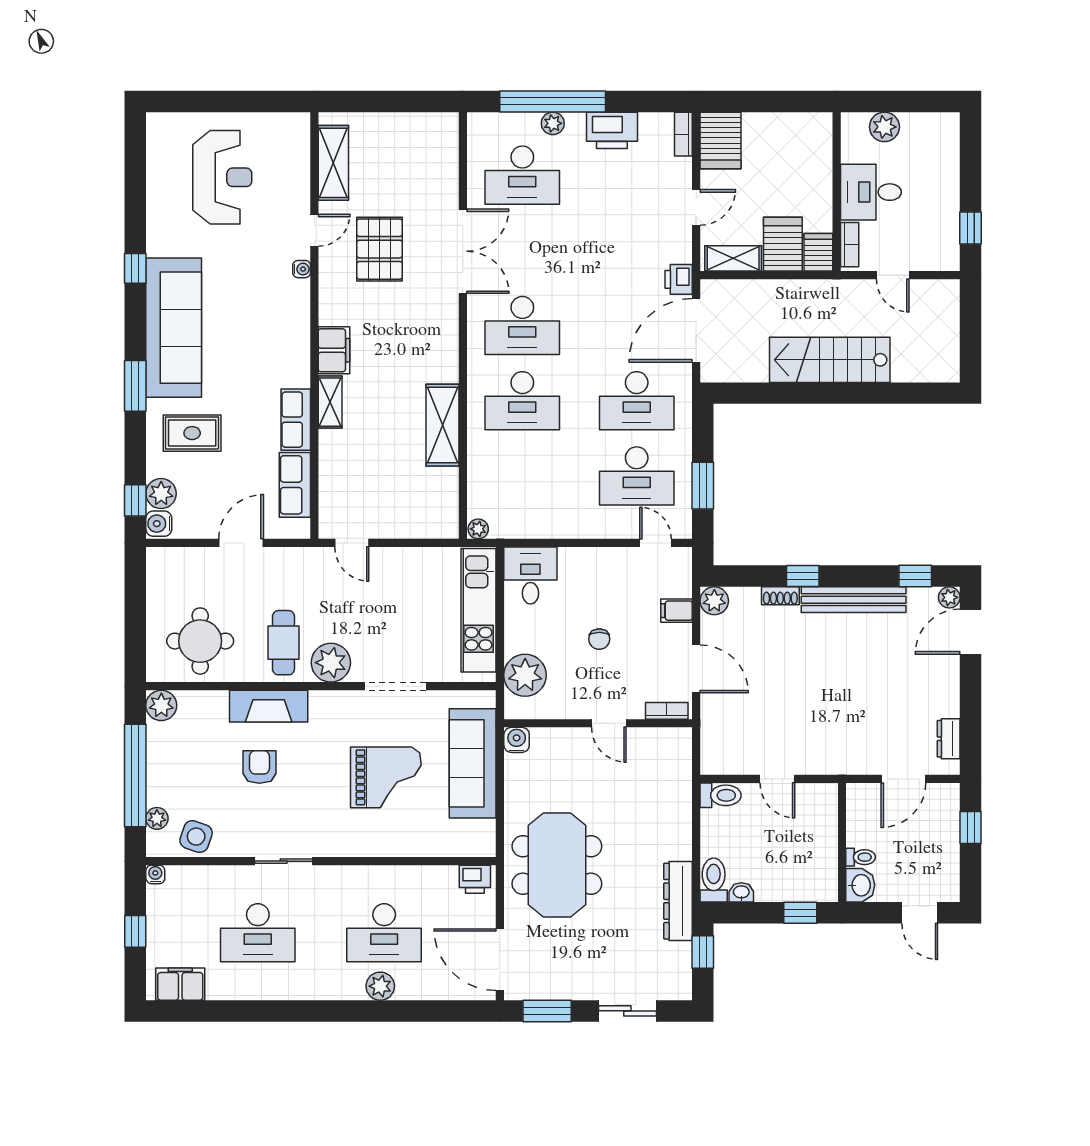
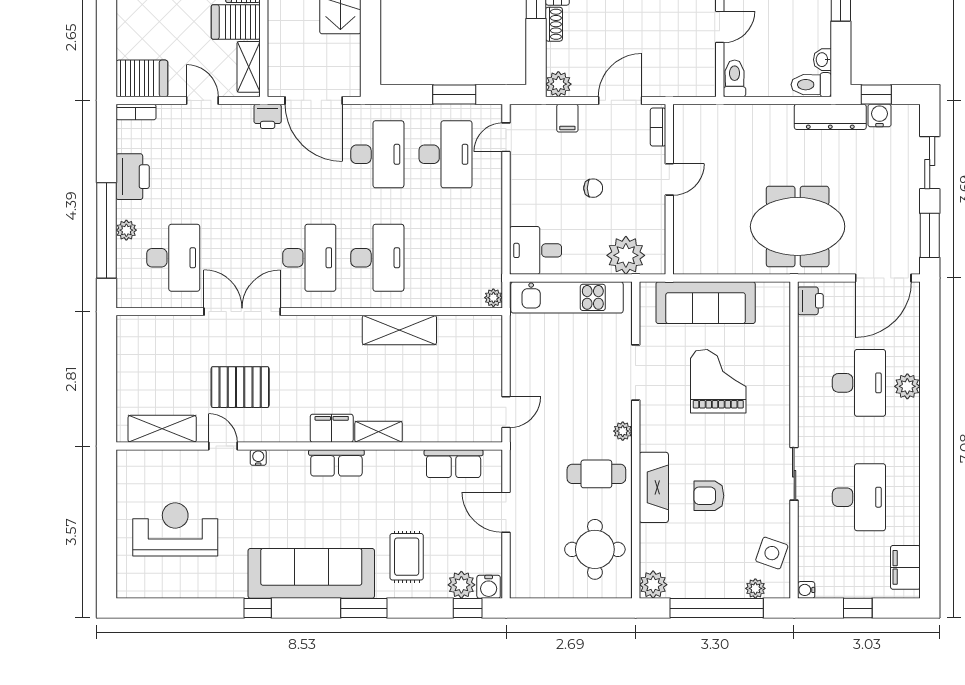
row of seats: (296, 420) -> (336, 463), moved
plant: (331, 663) -> (623, 431), width x0.53, depth x0.53
water cooler: (517, 740) -> (879, 115), moved, turned 90

